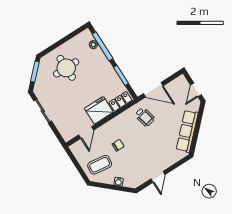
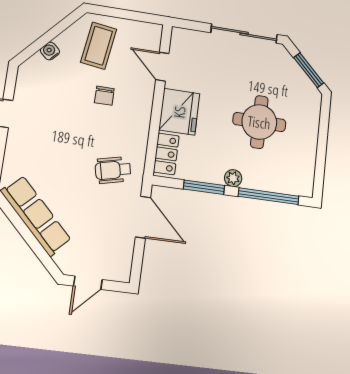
plant: (93, 45) -> (233, 178), moved
round table: (66, 68) -> (259, 122), moved
door: (153, 90) -> (143, 217), swing flipped
door: (196, 90) -> (88, 283), swing flipped
sliding door: (43, 111) -> (244, 34), width x1.37

